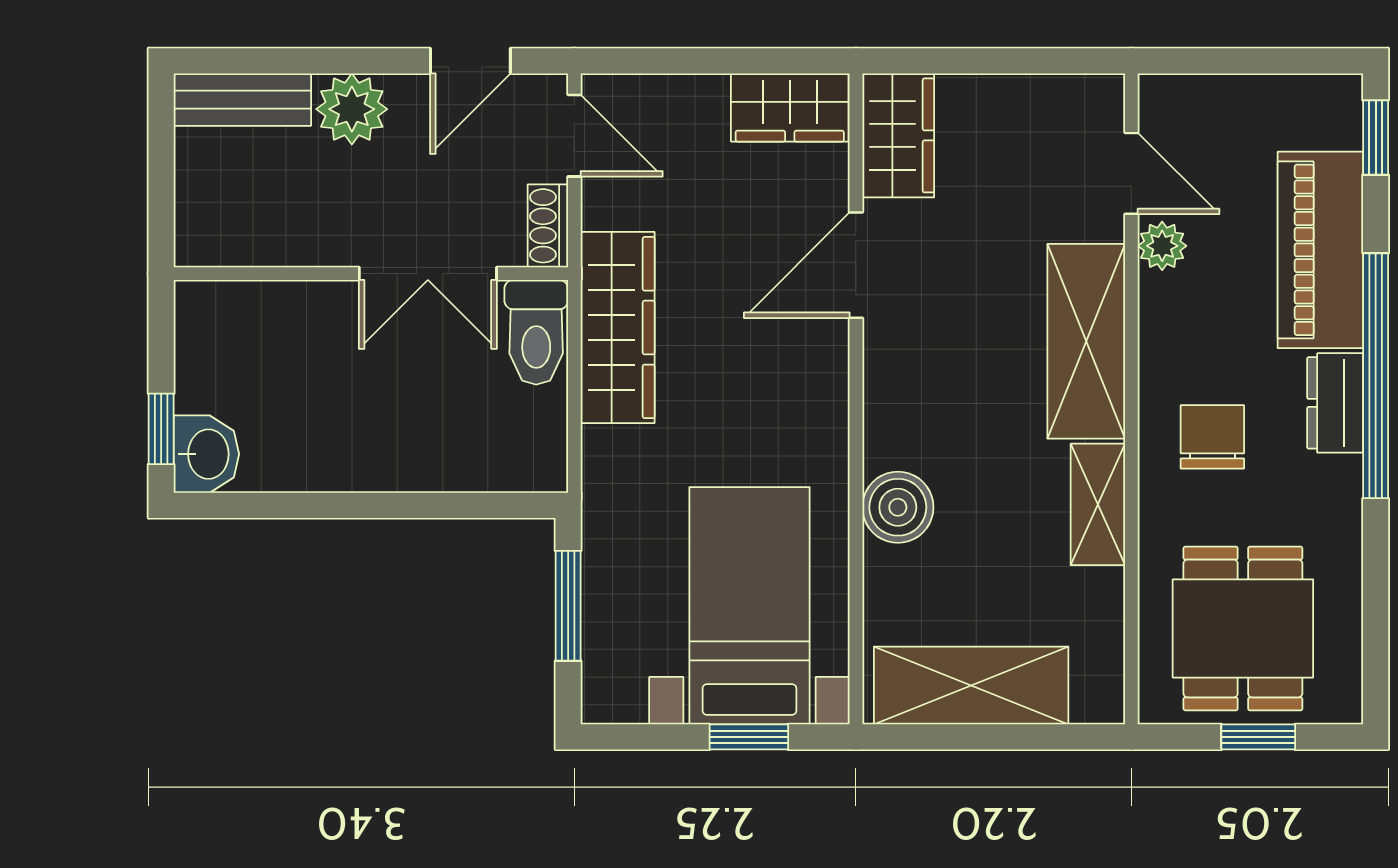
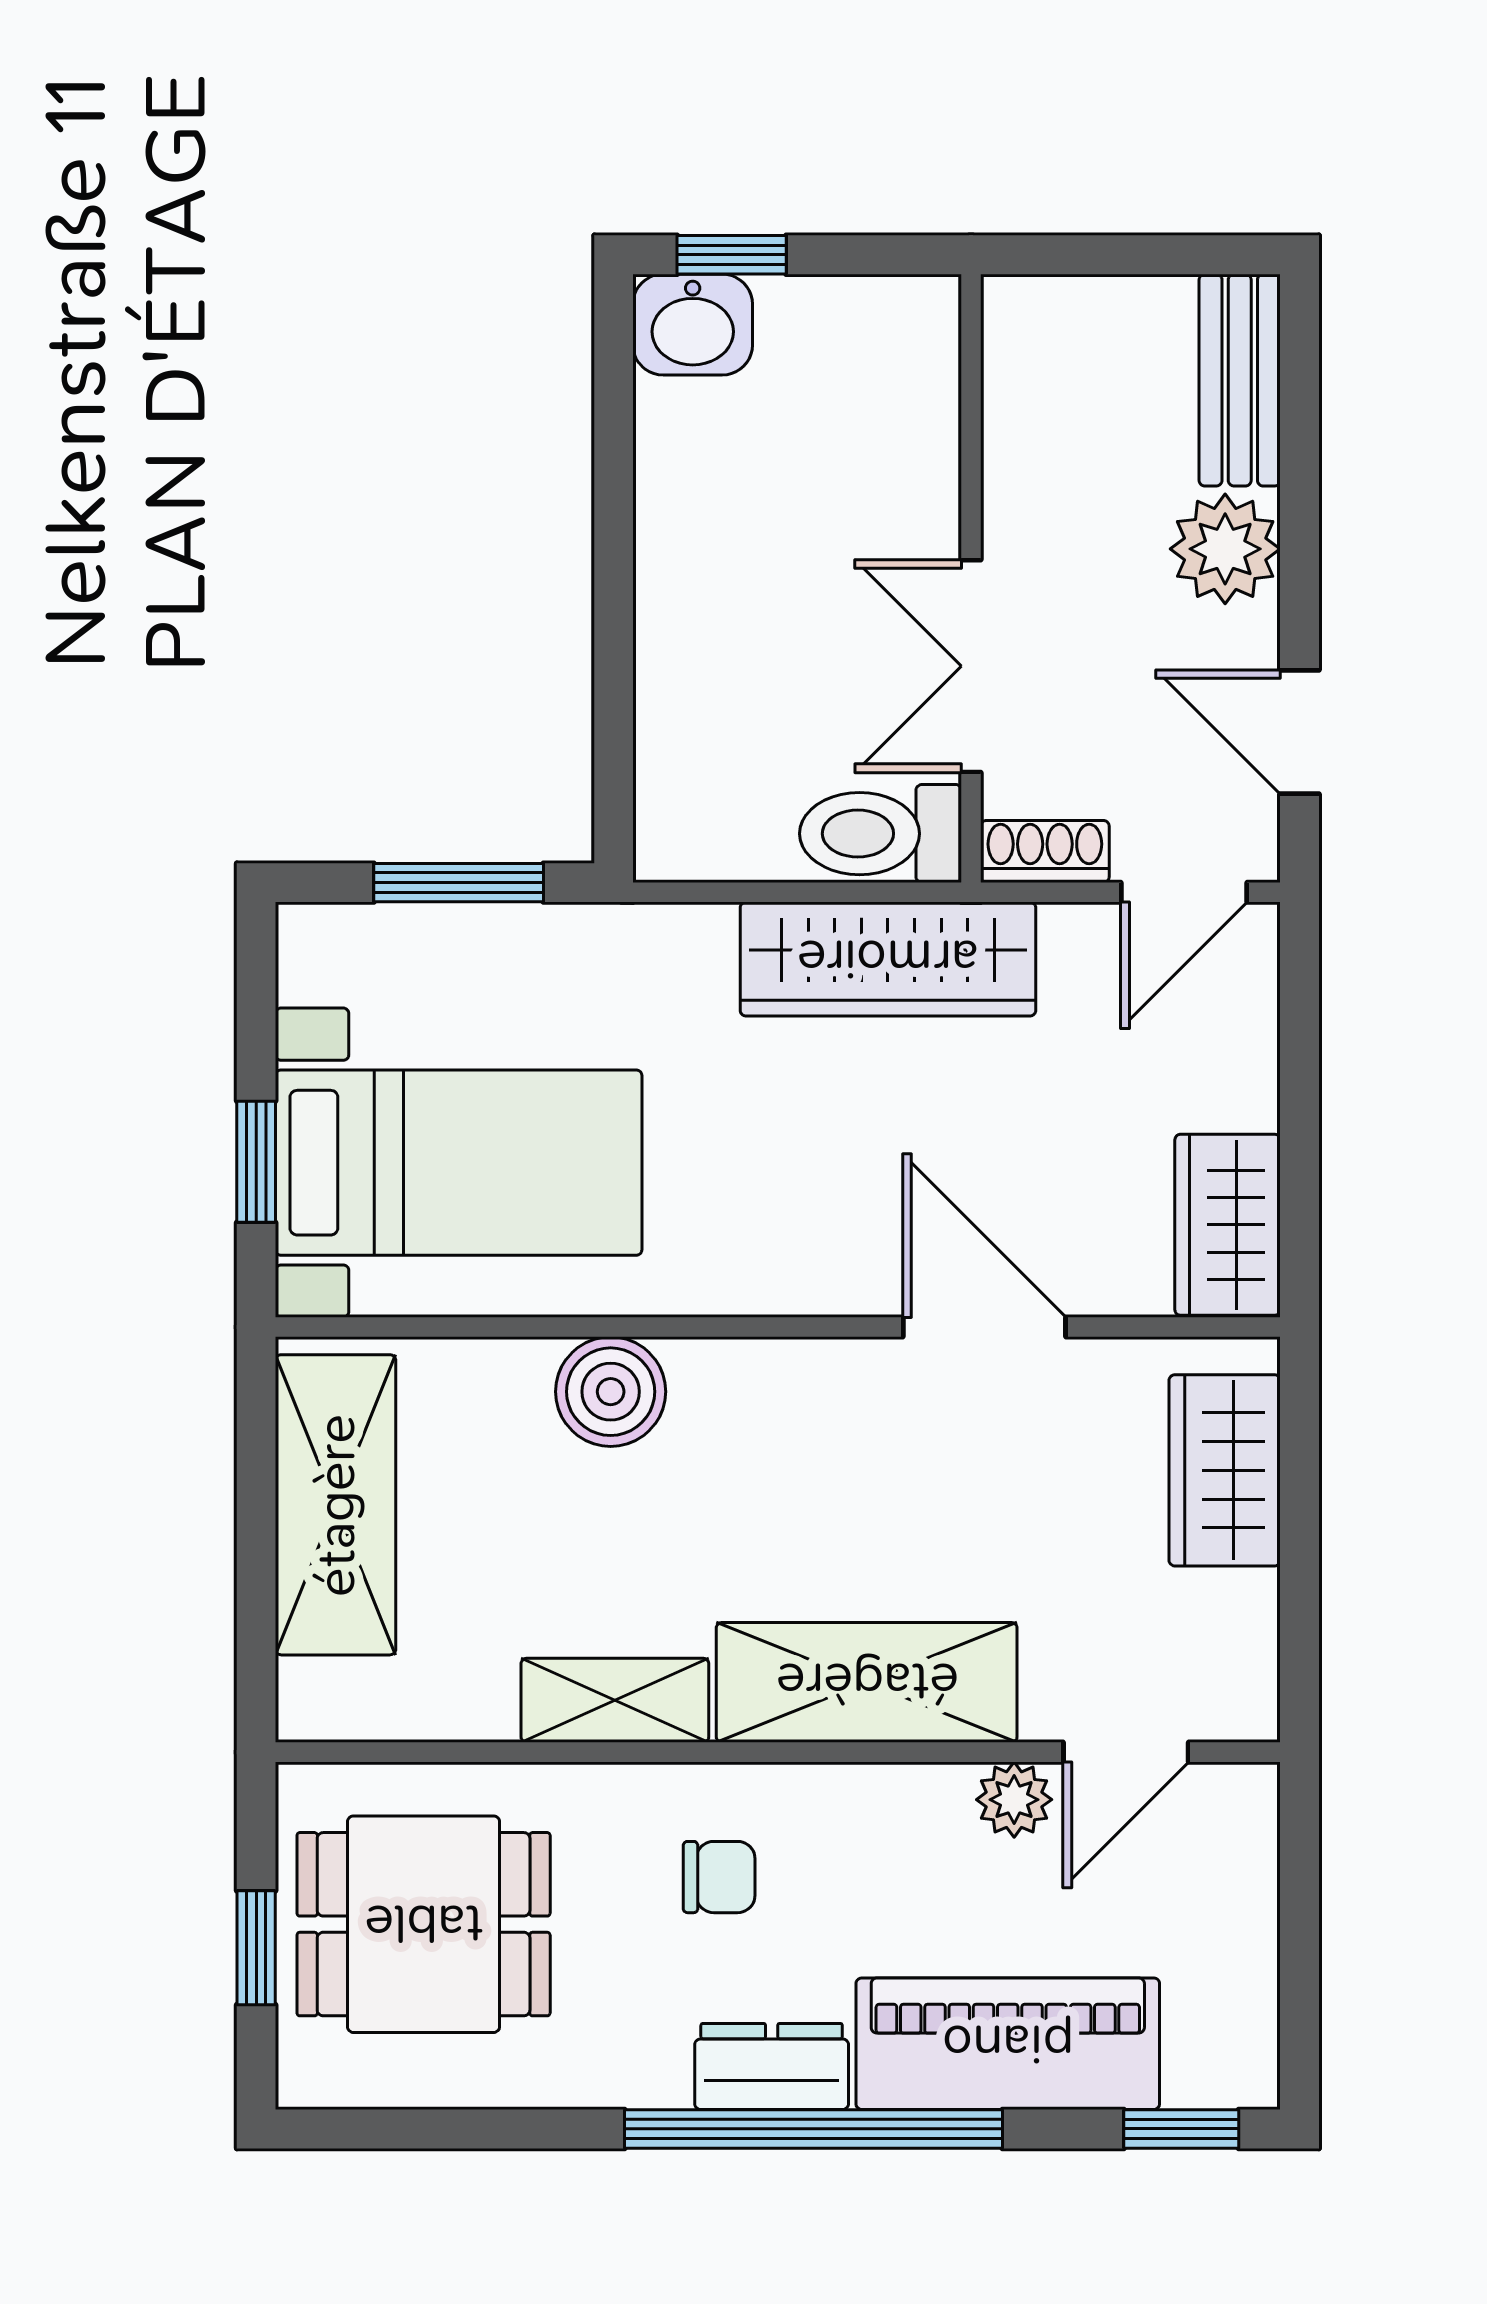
wardrobe: (898, 135) -> (1225, 1470), moved, turned 90
chair: (1212, 437) -> (719, 1877), width x0.73, depth x0.73

